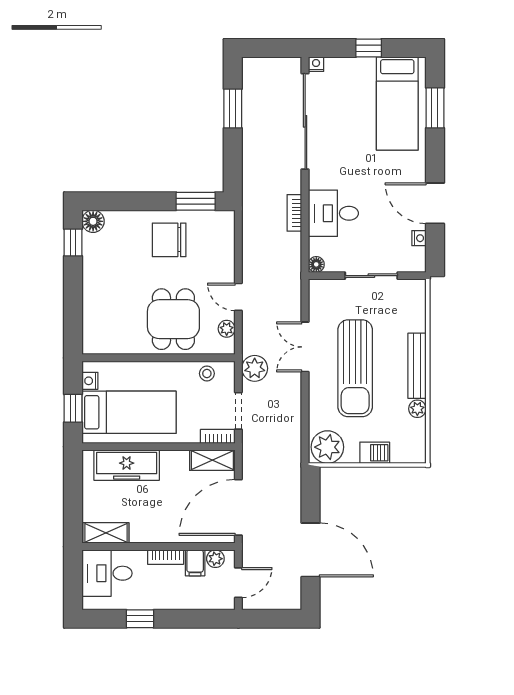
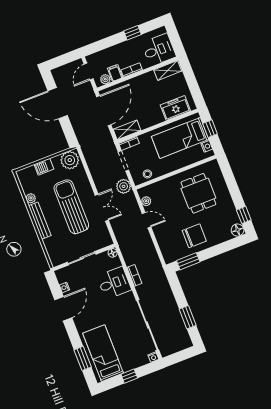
door: (435, 203) -> (63, 309), hinge flipped
dining table: (173, 319) -> (198, 193), moved
freezer: (127, 465) -> (175, 108), width x0.71

